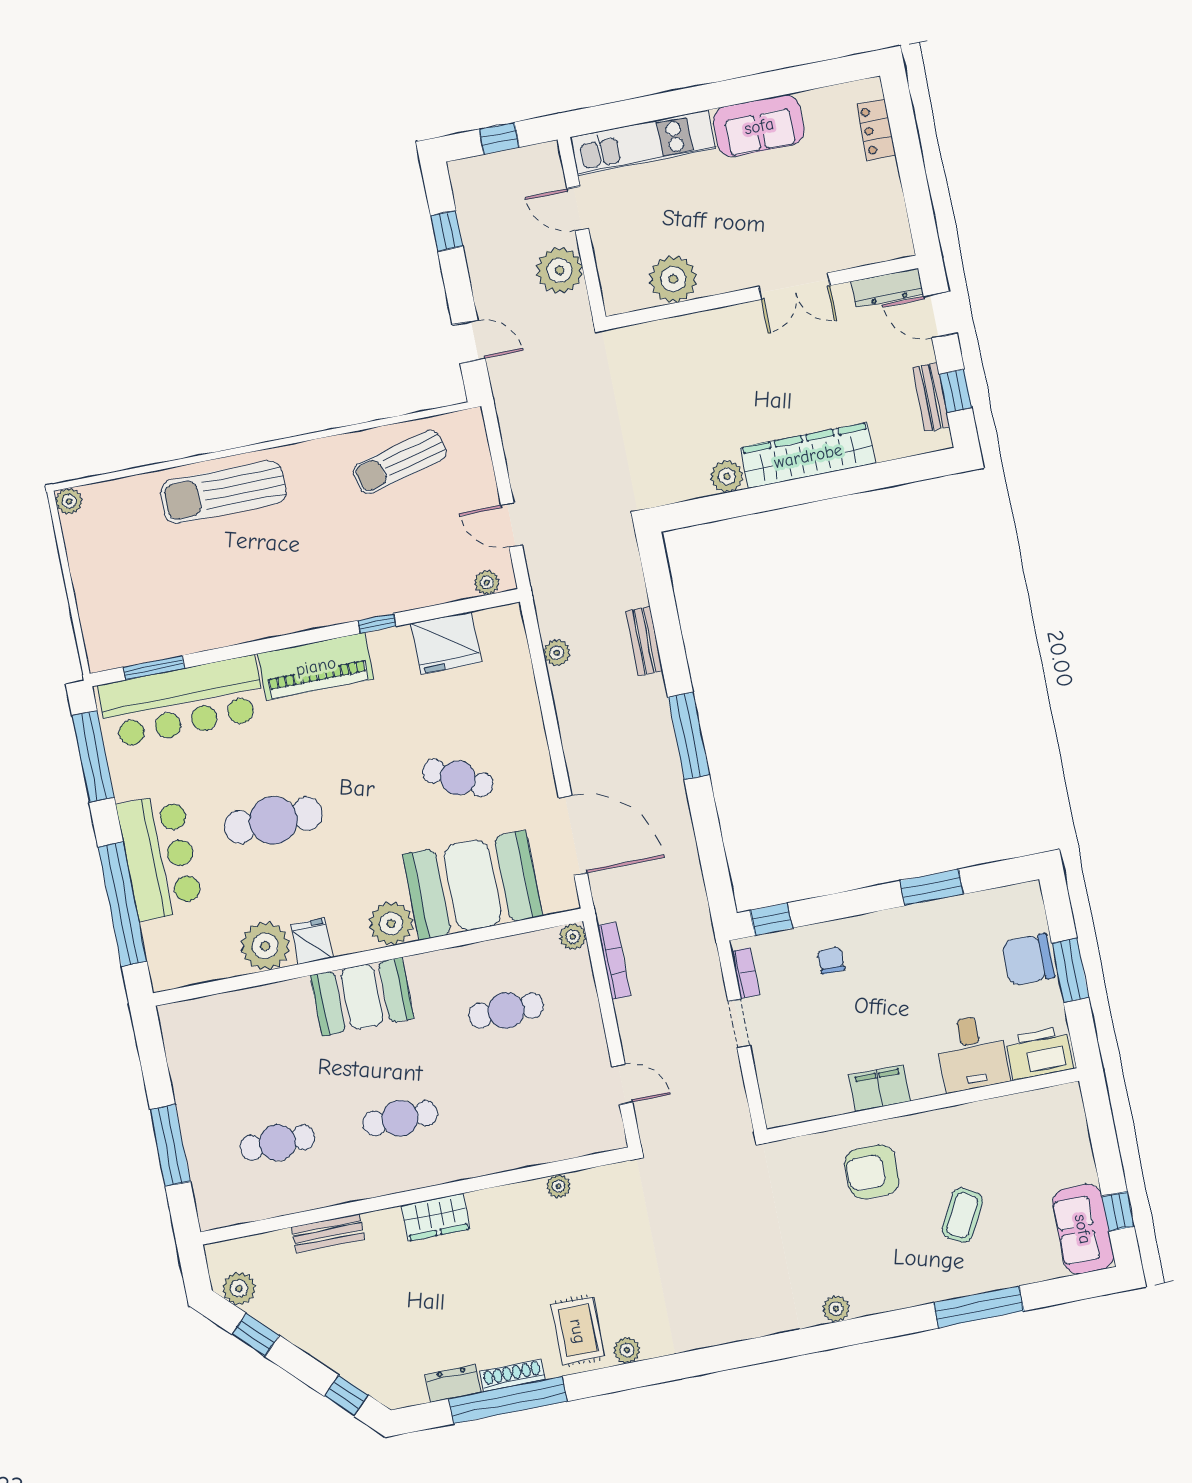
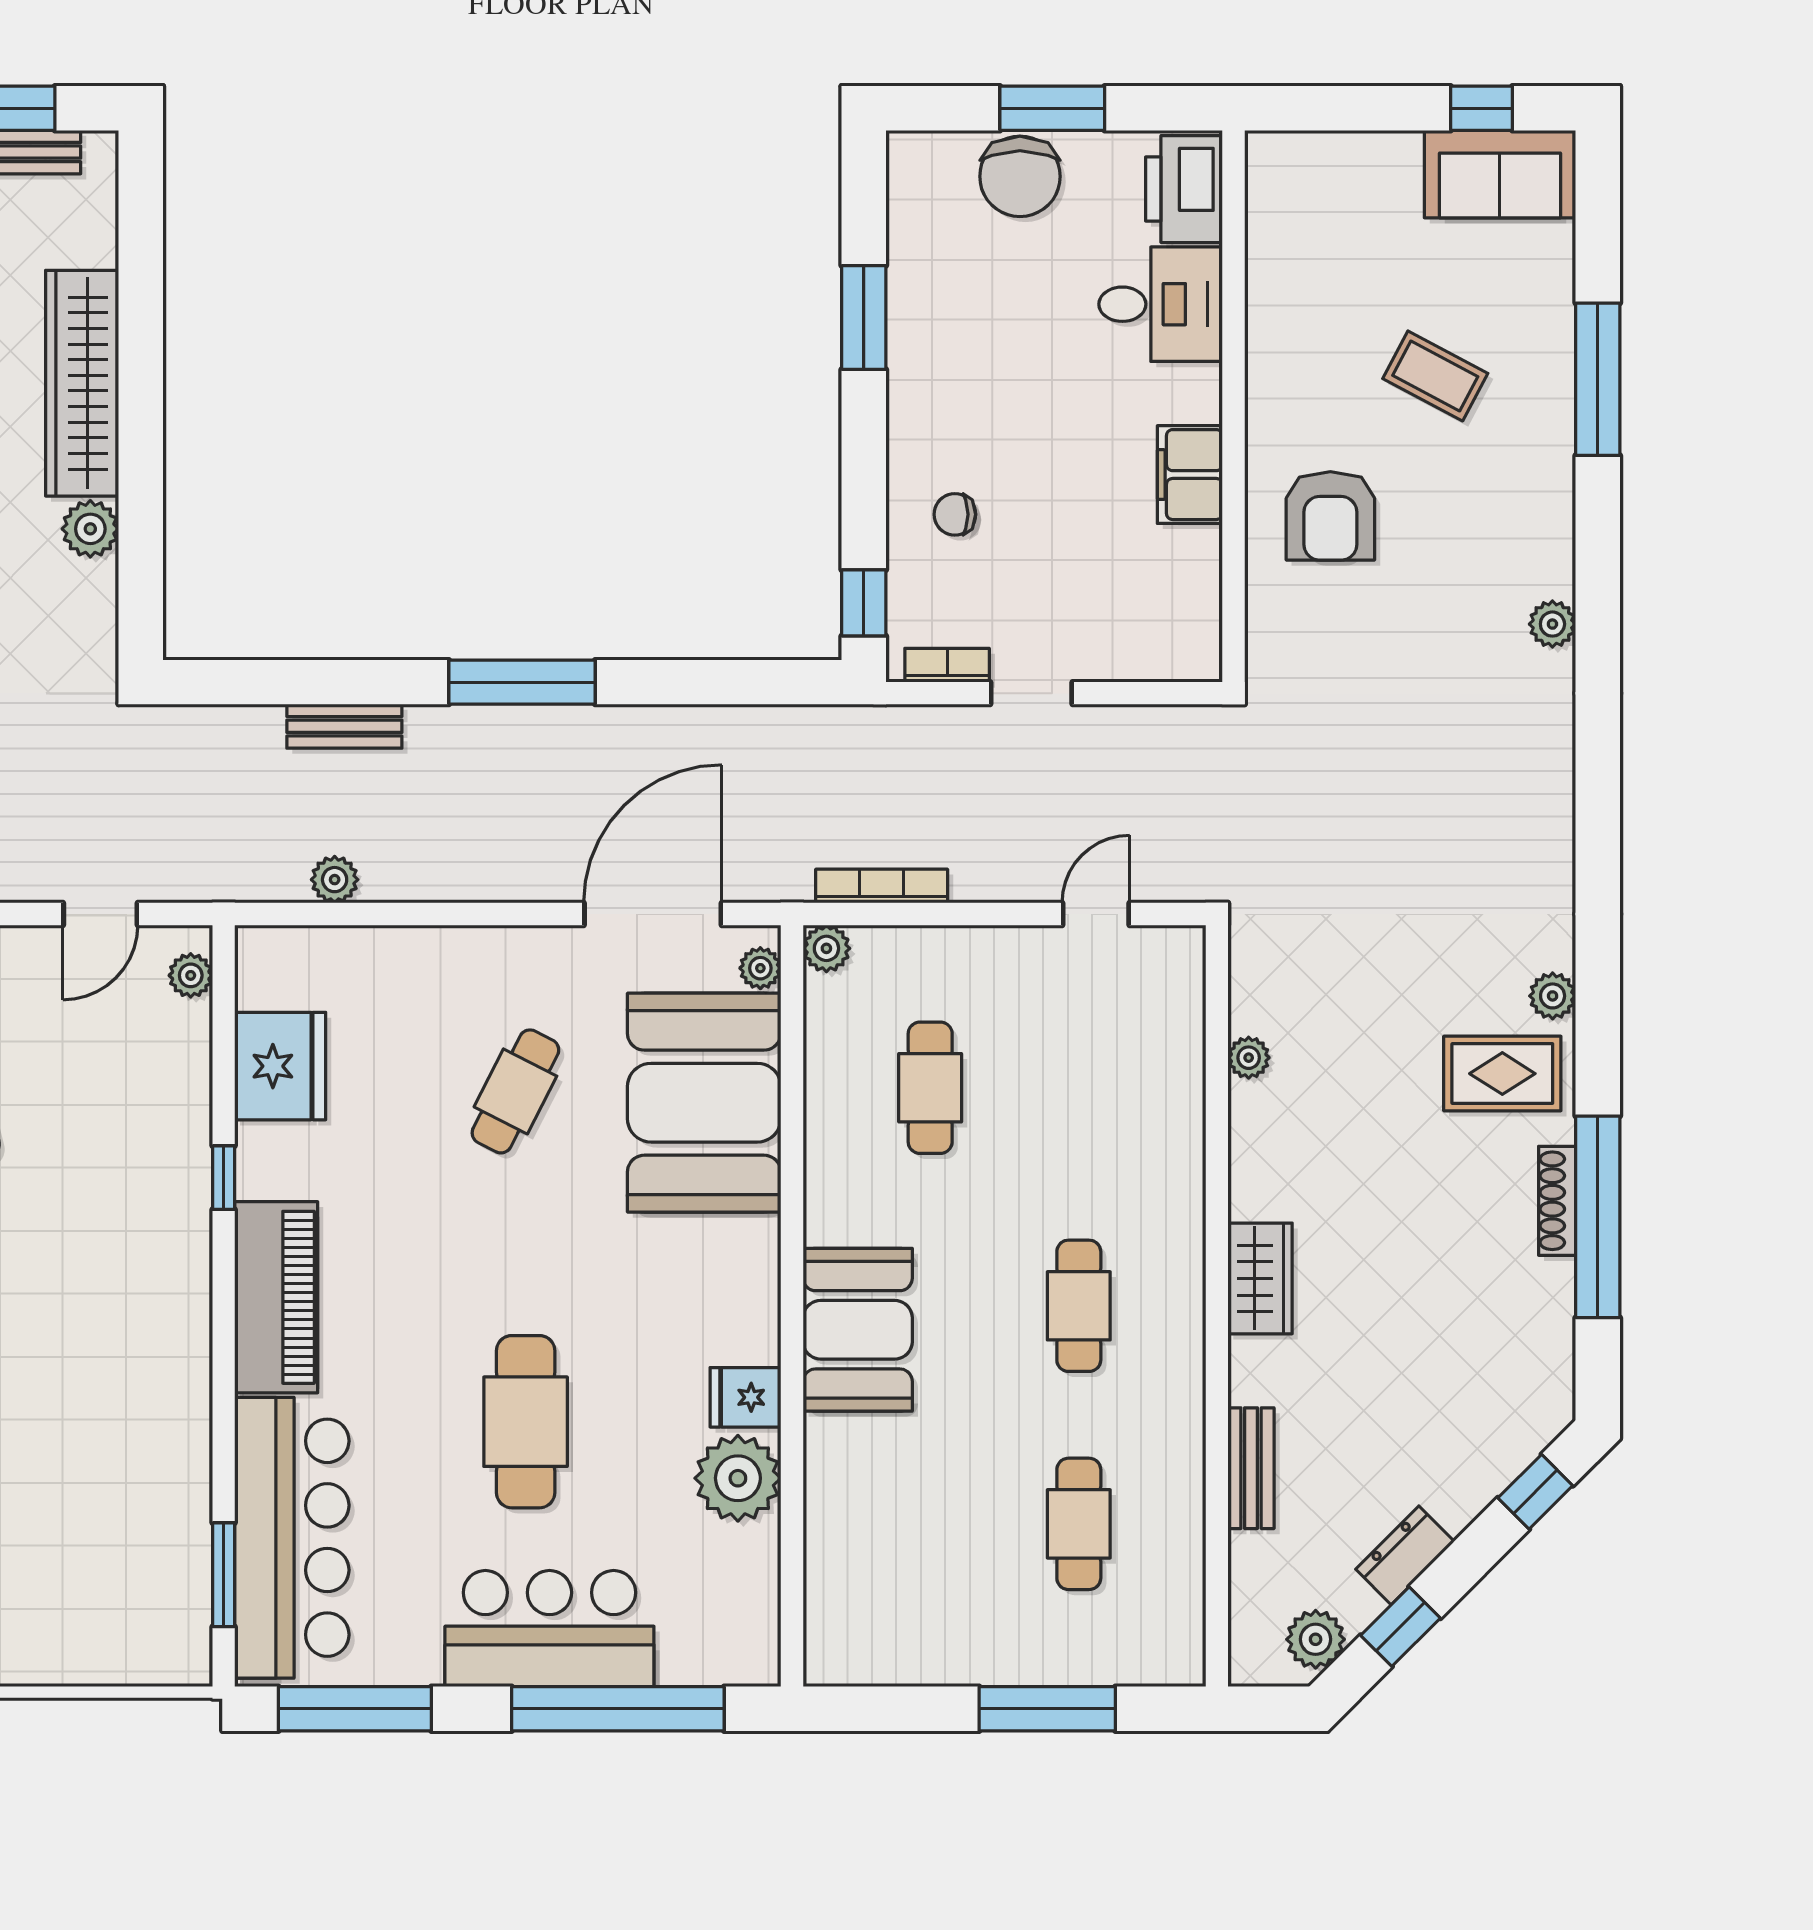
plant: (391, 924) -> (760, 968), moved, width x0.53, depth x0.53
dresser: (453, 1383) -> (1405, 1555), moved, turned 45

